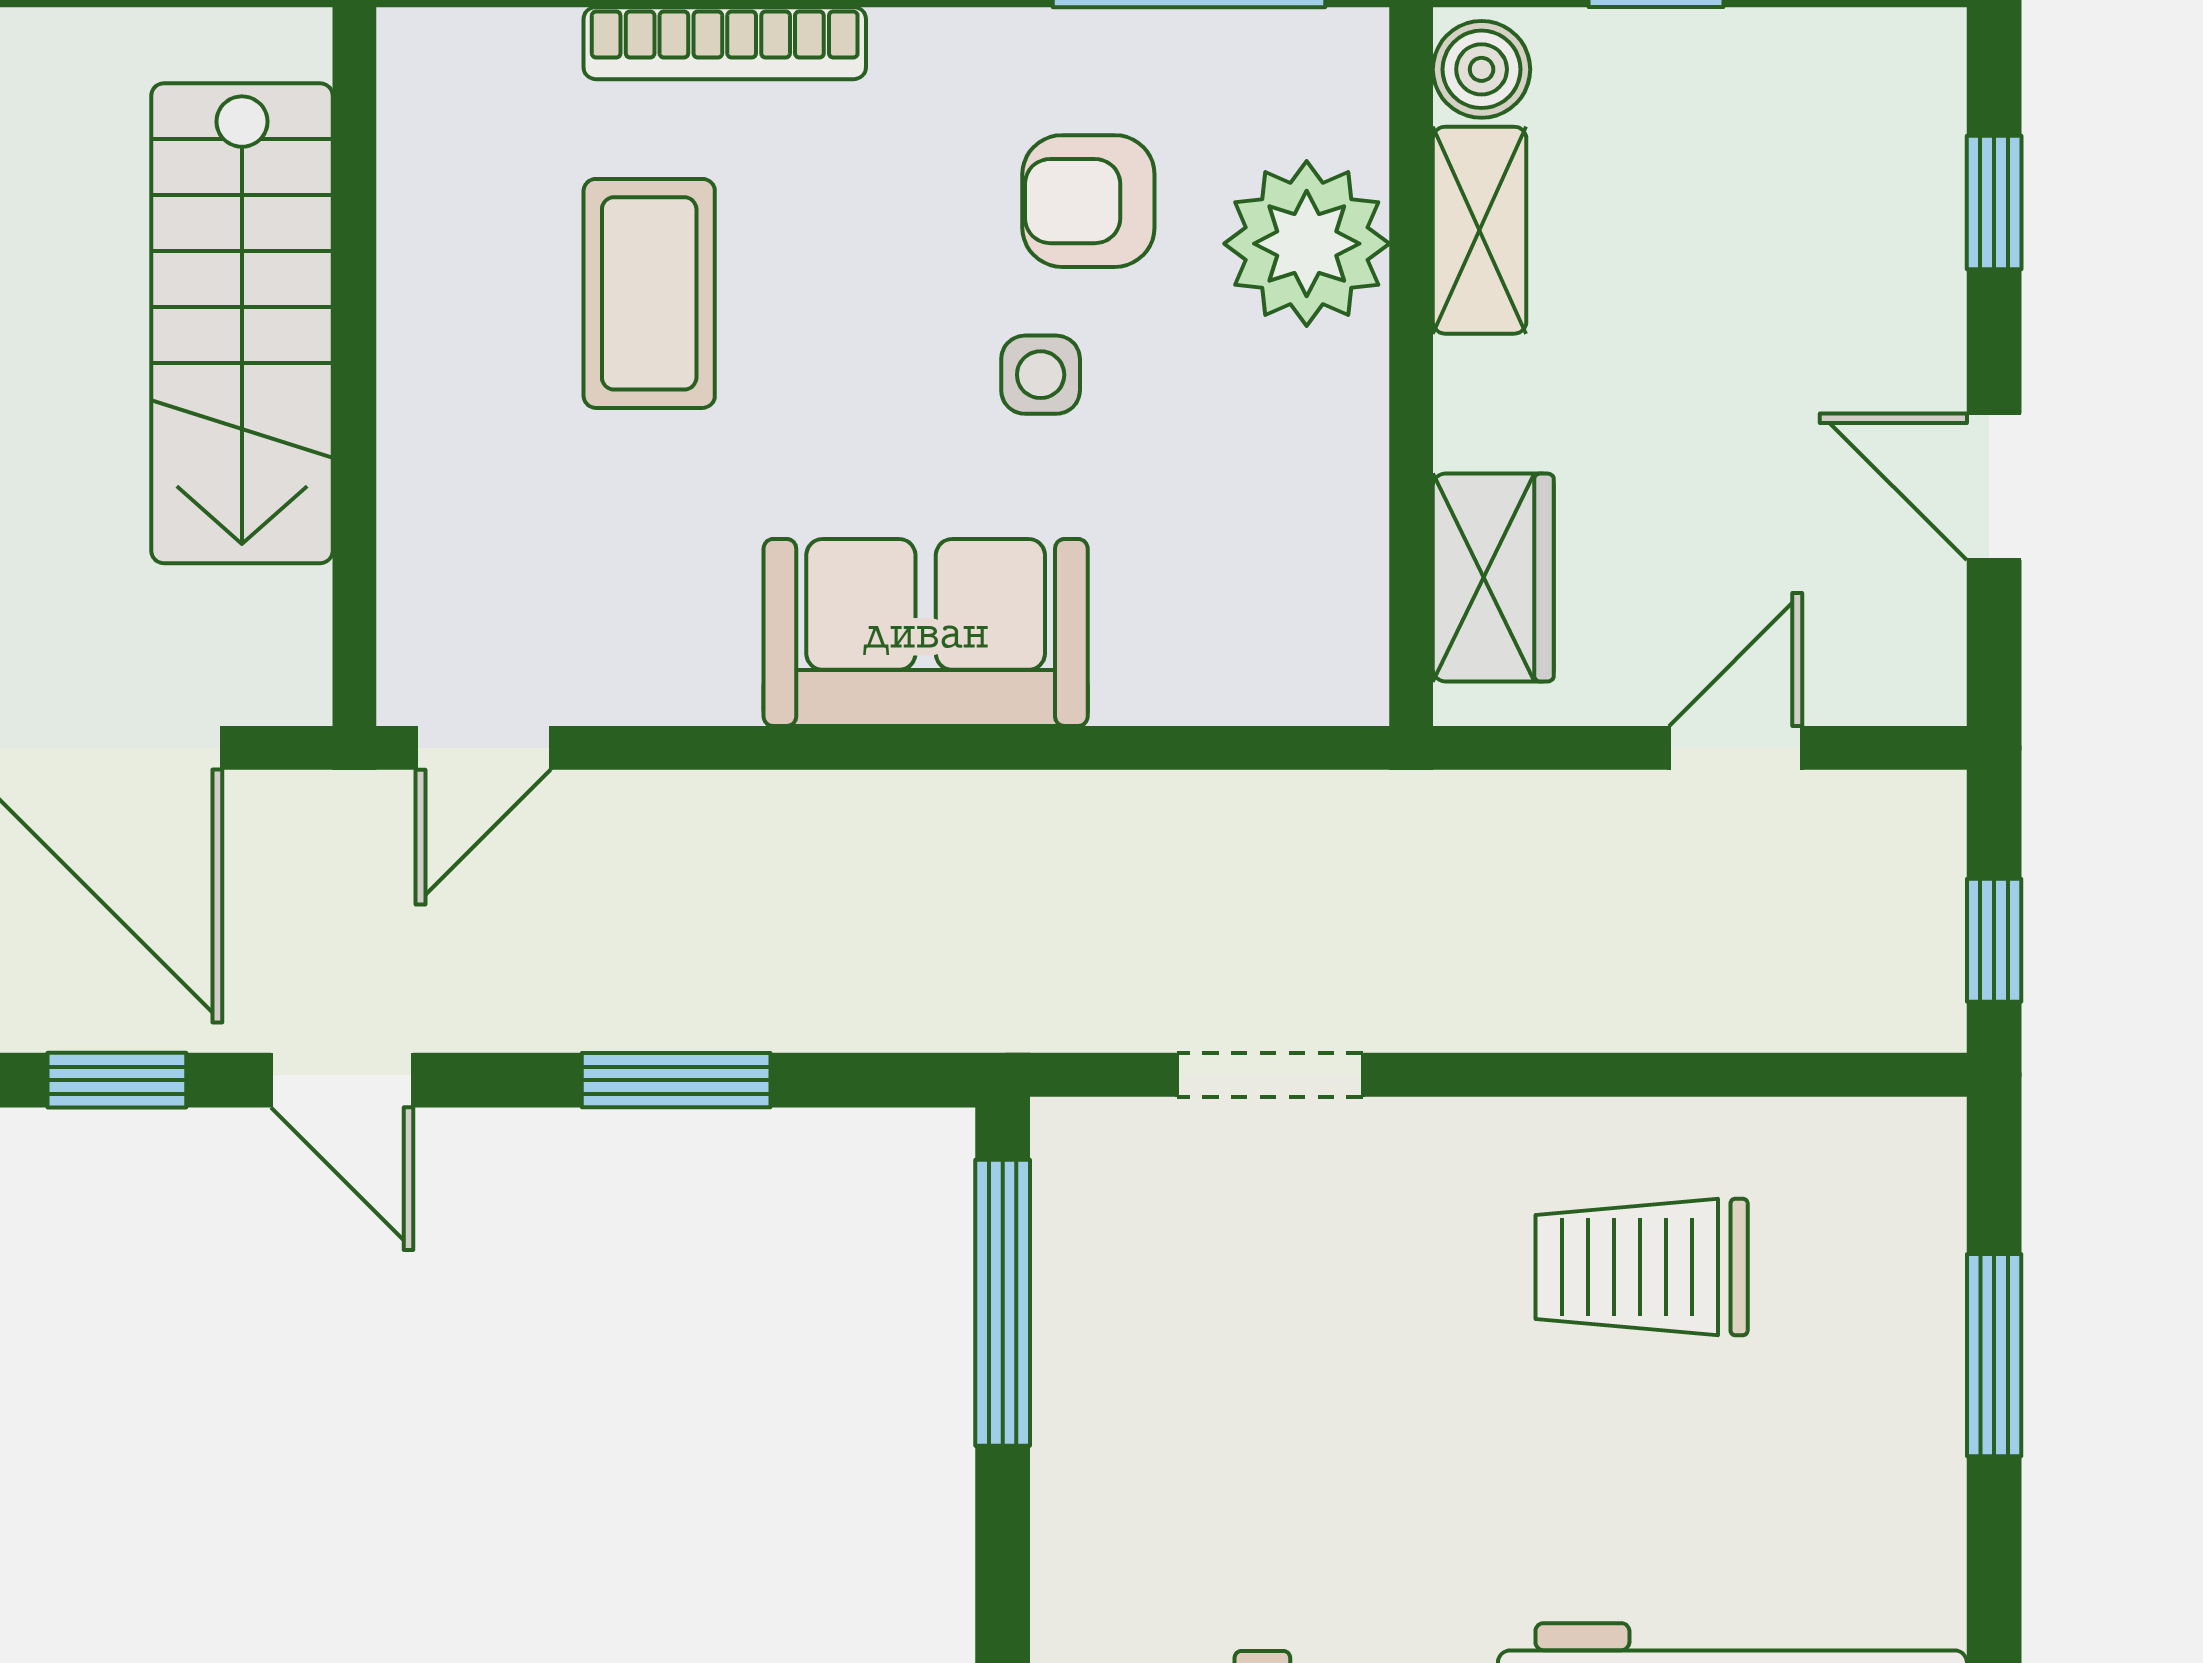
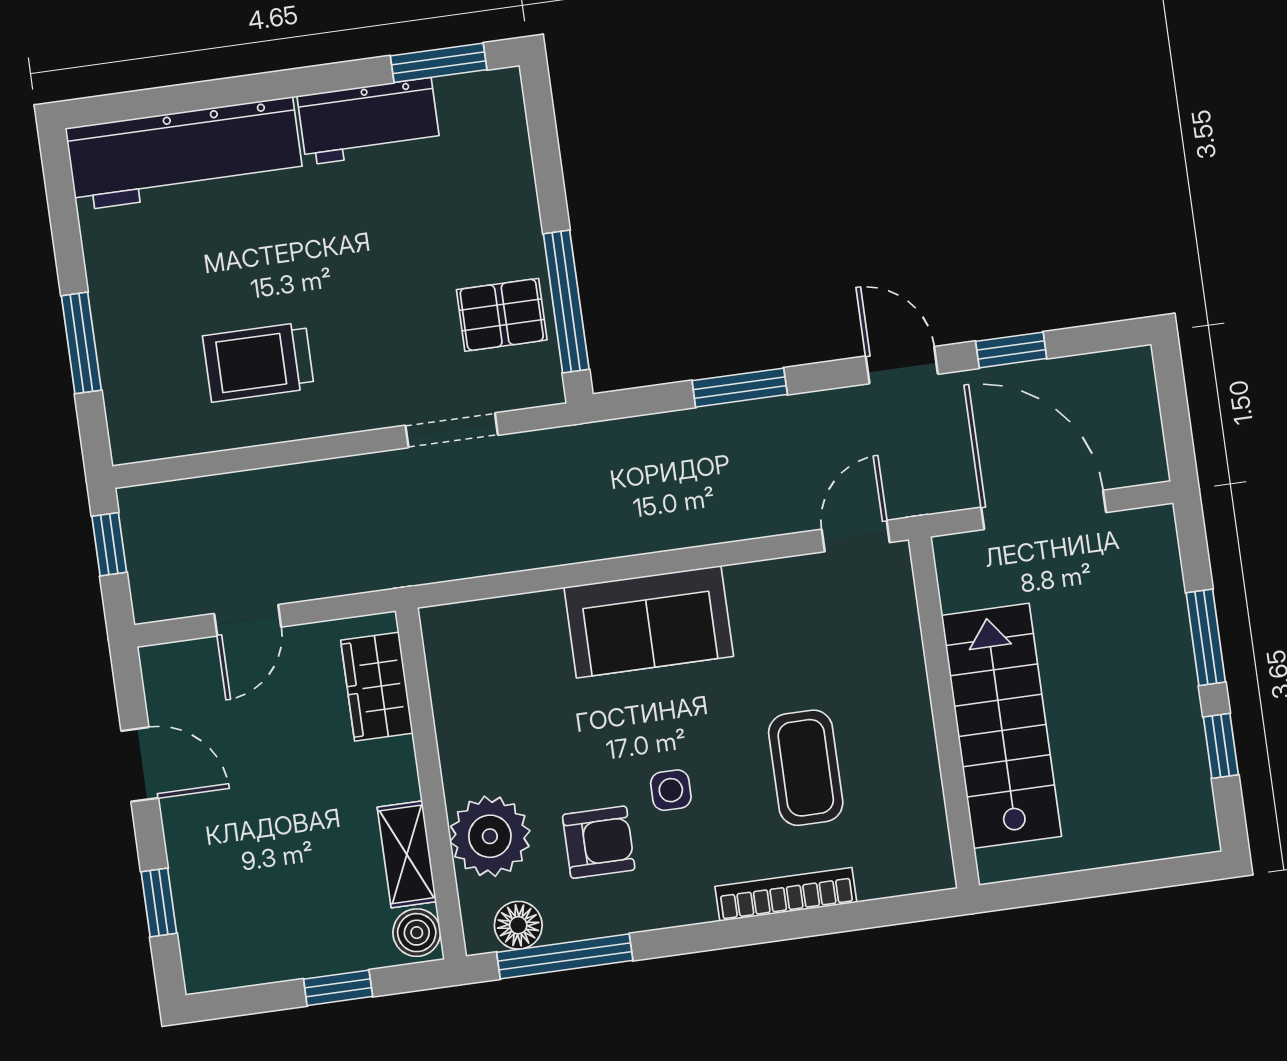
floor lamp: (1274, 56) -> (518, 925), added
side table: (1041, 375) -> (671, 790), moved
trolley: (1642, 1267) -> (258, 362), turned 180
pallet: (1137, 1294) -> (502, 315), added

